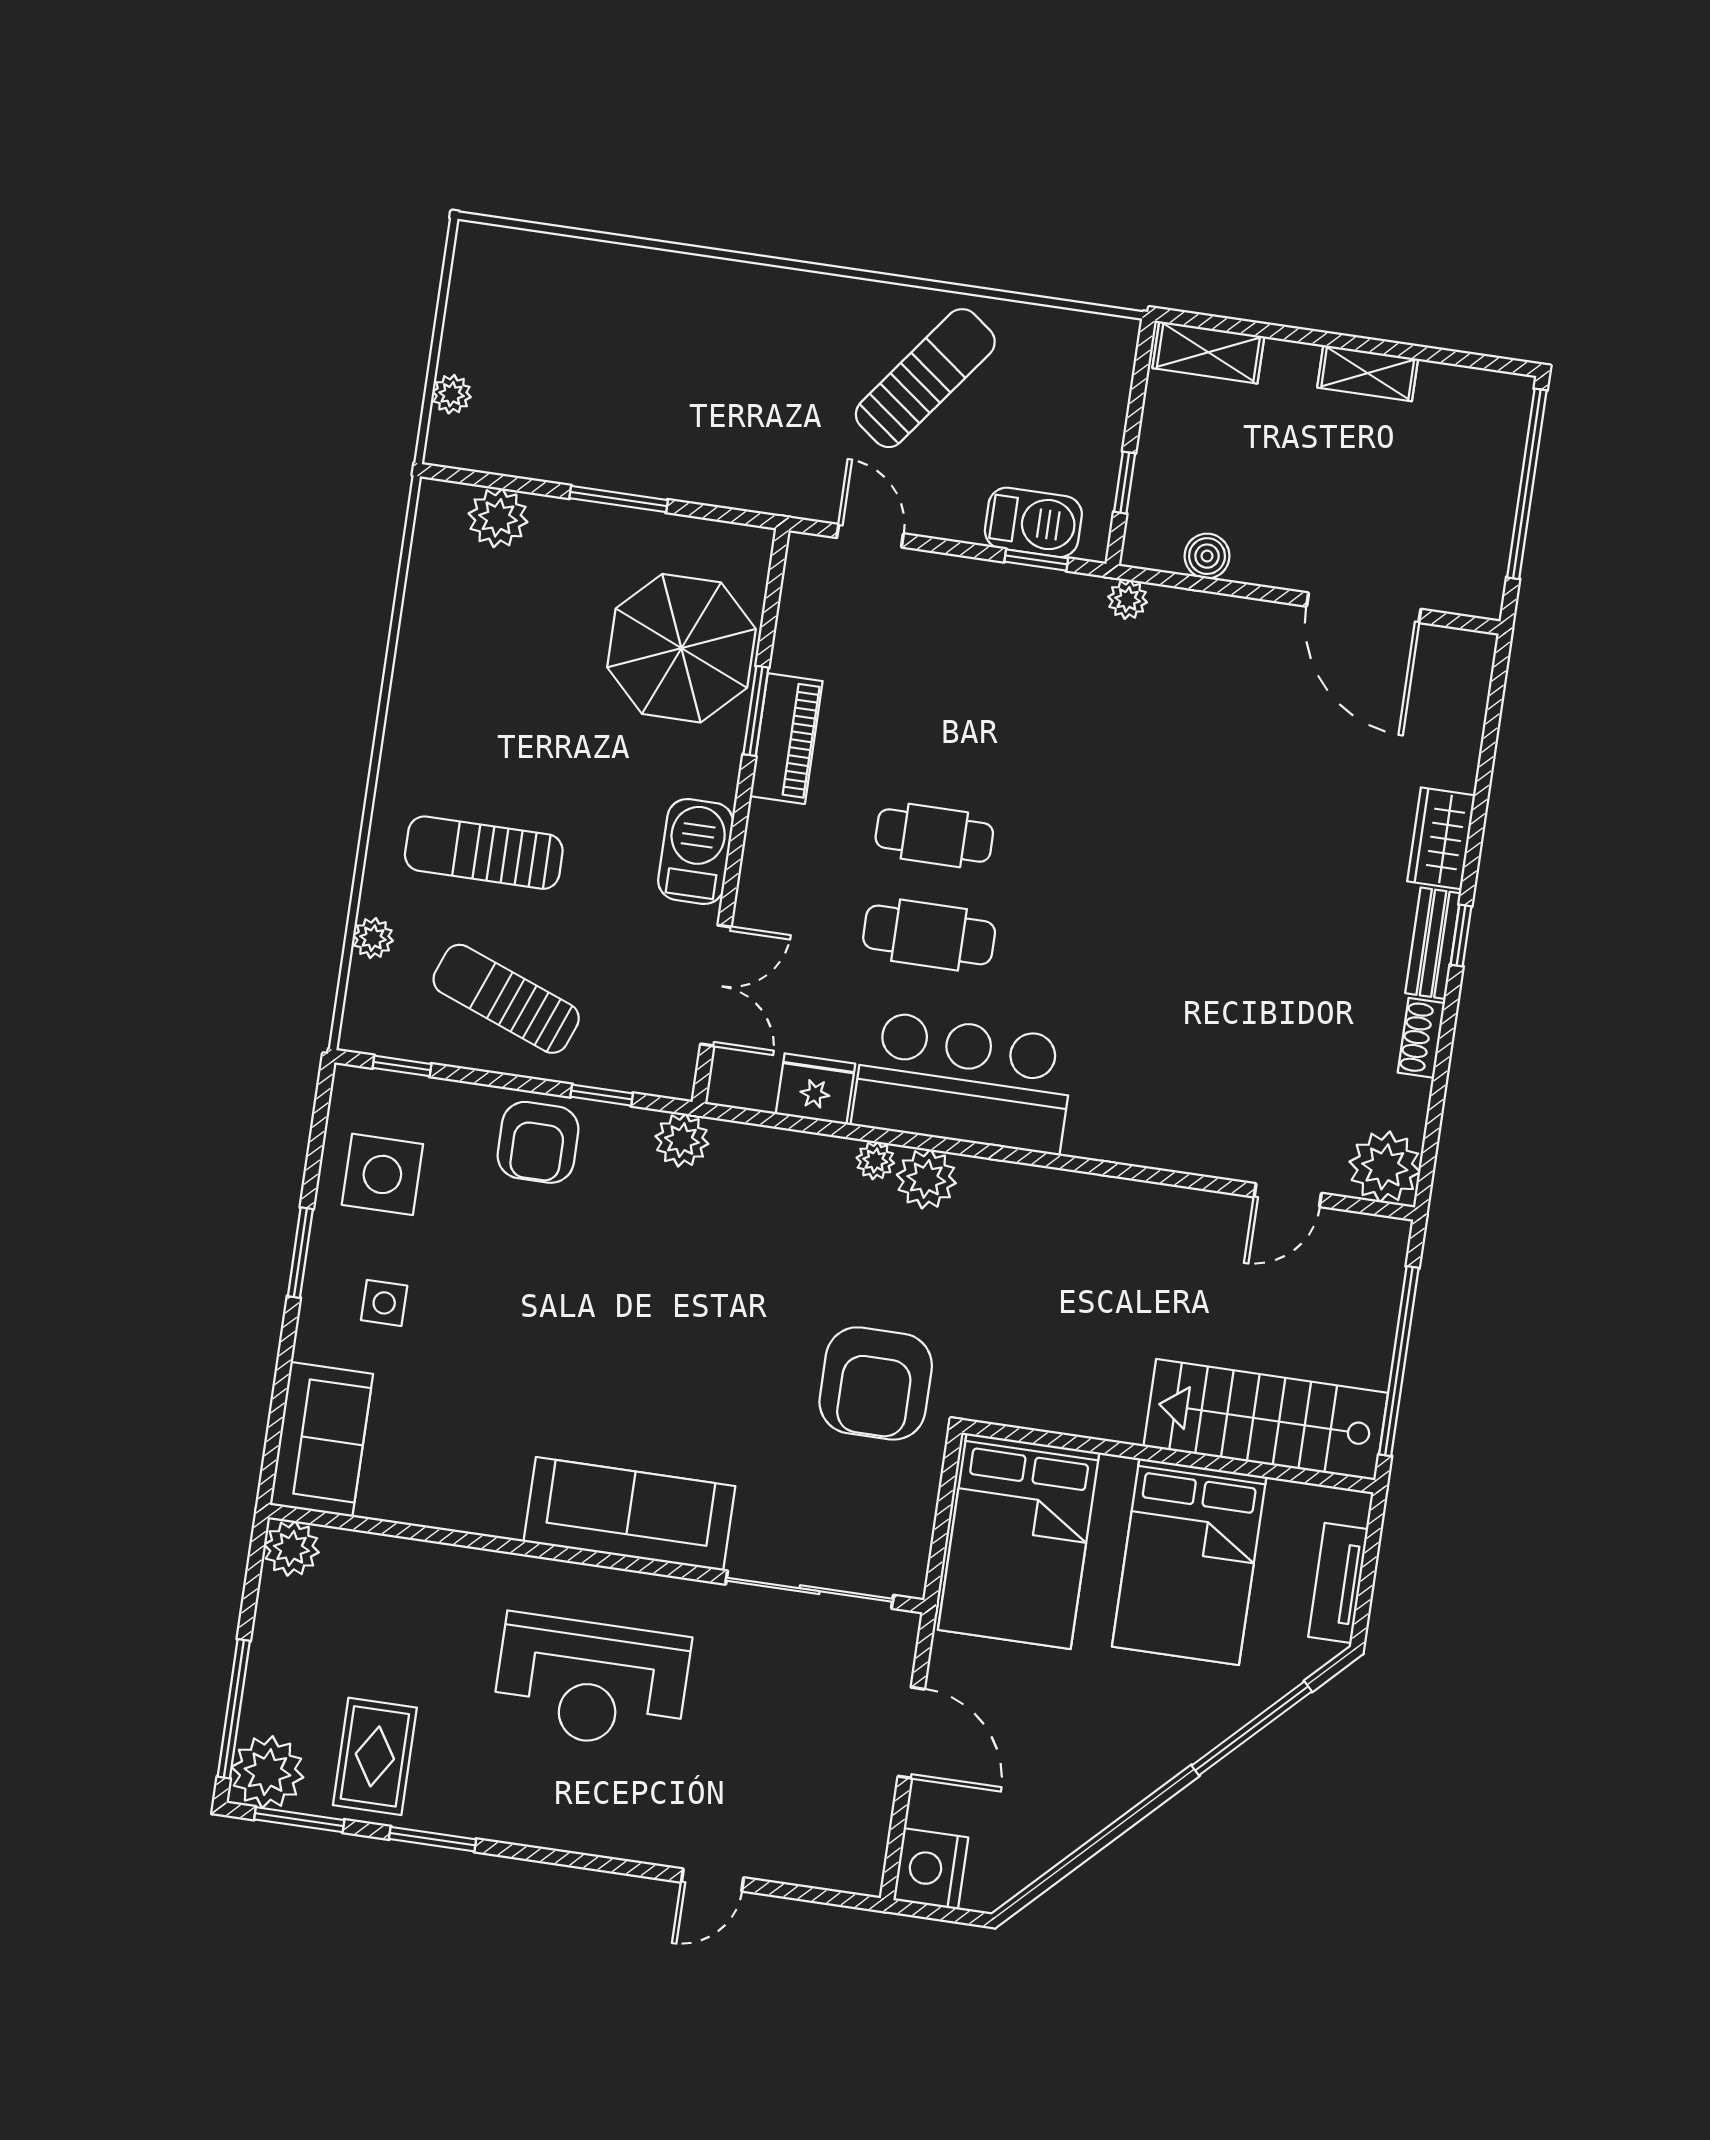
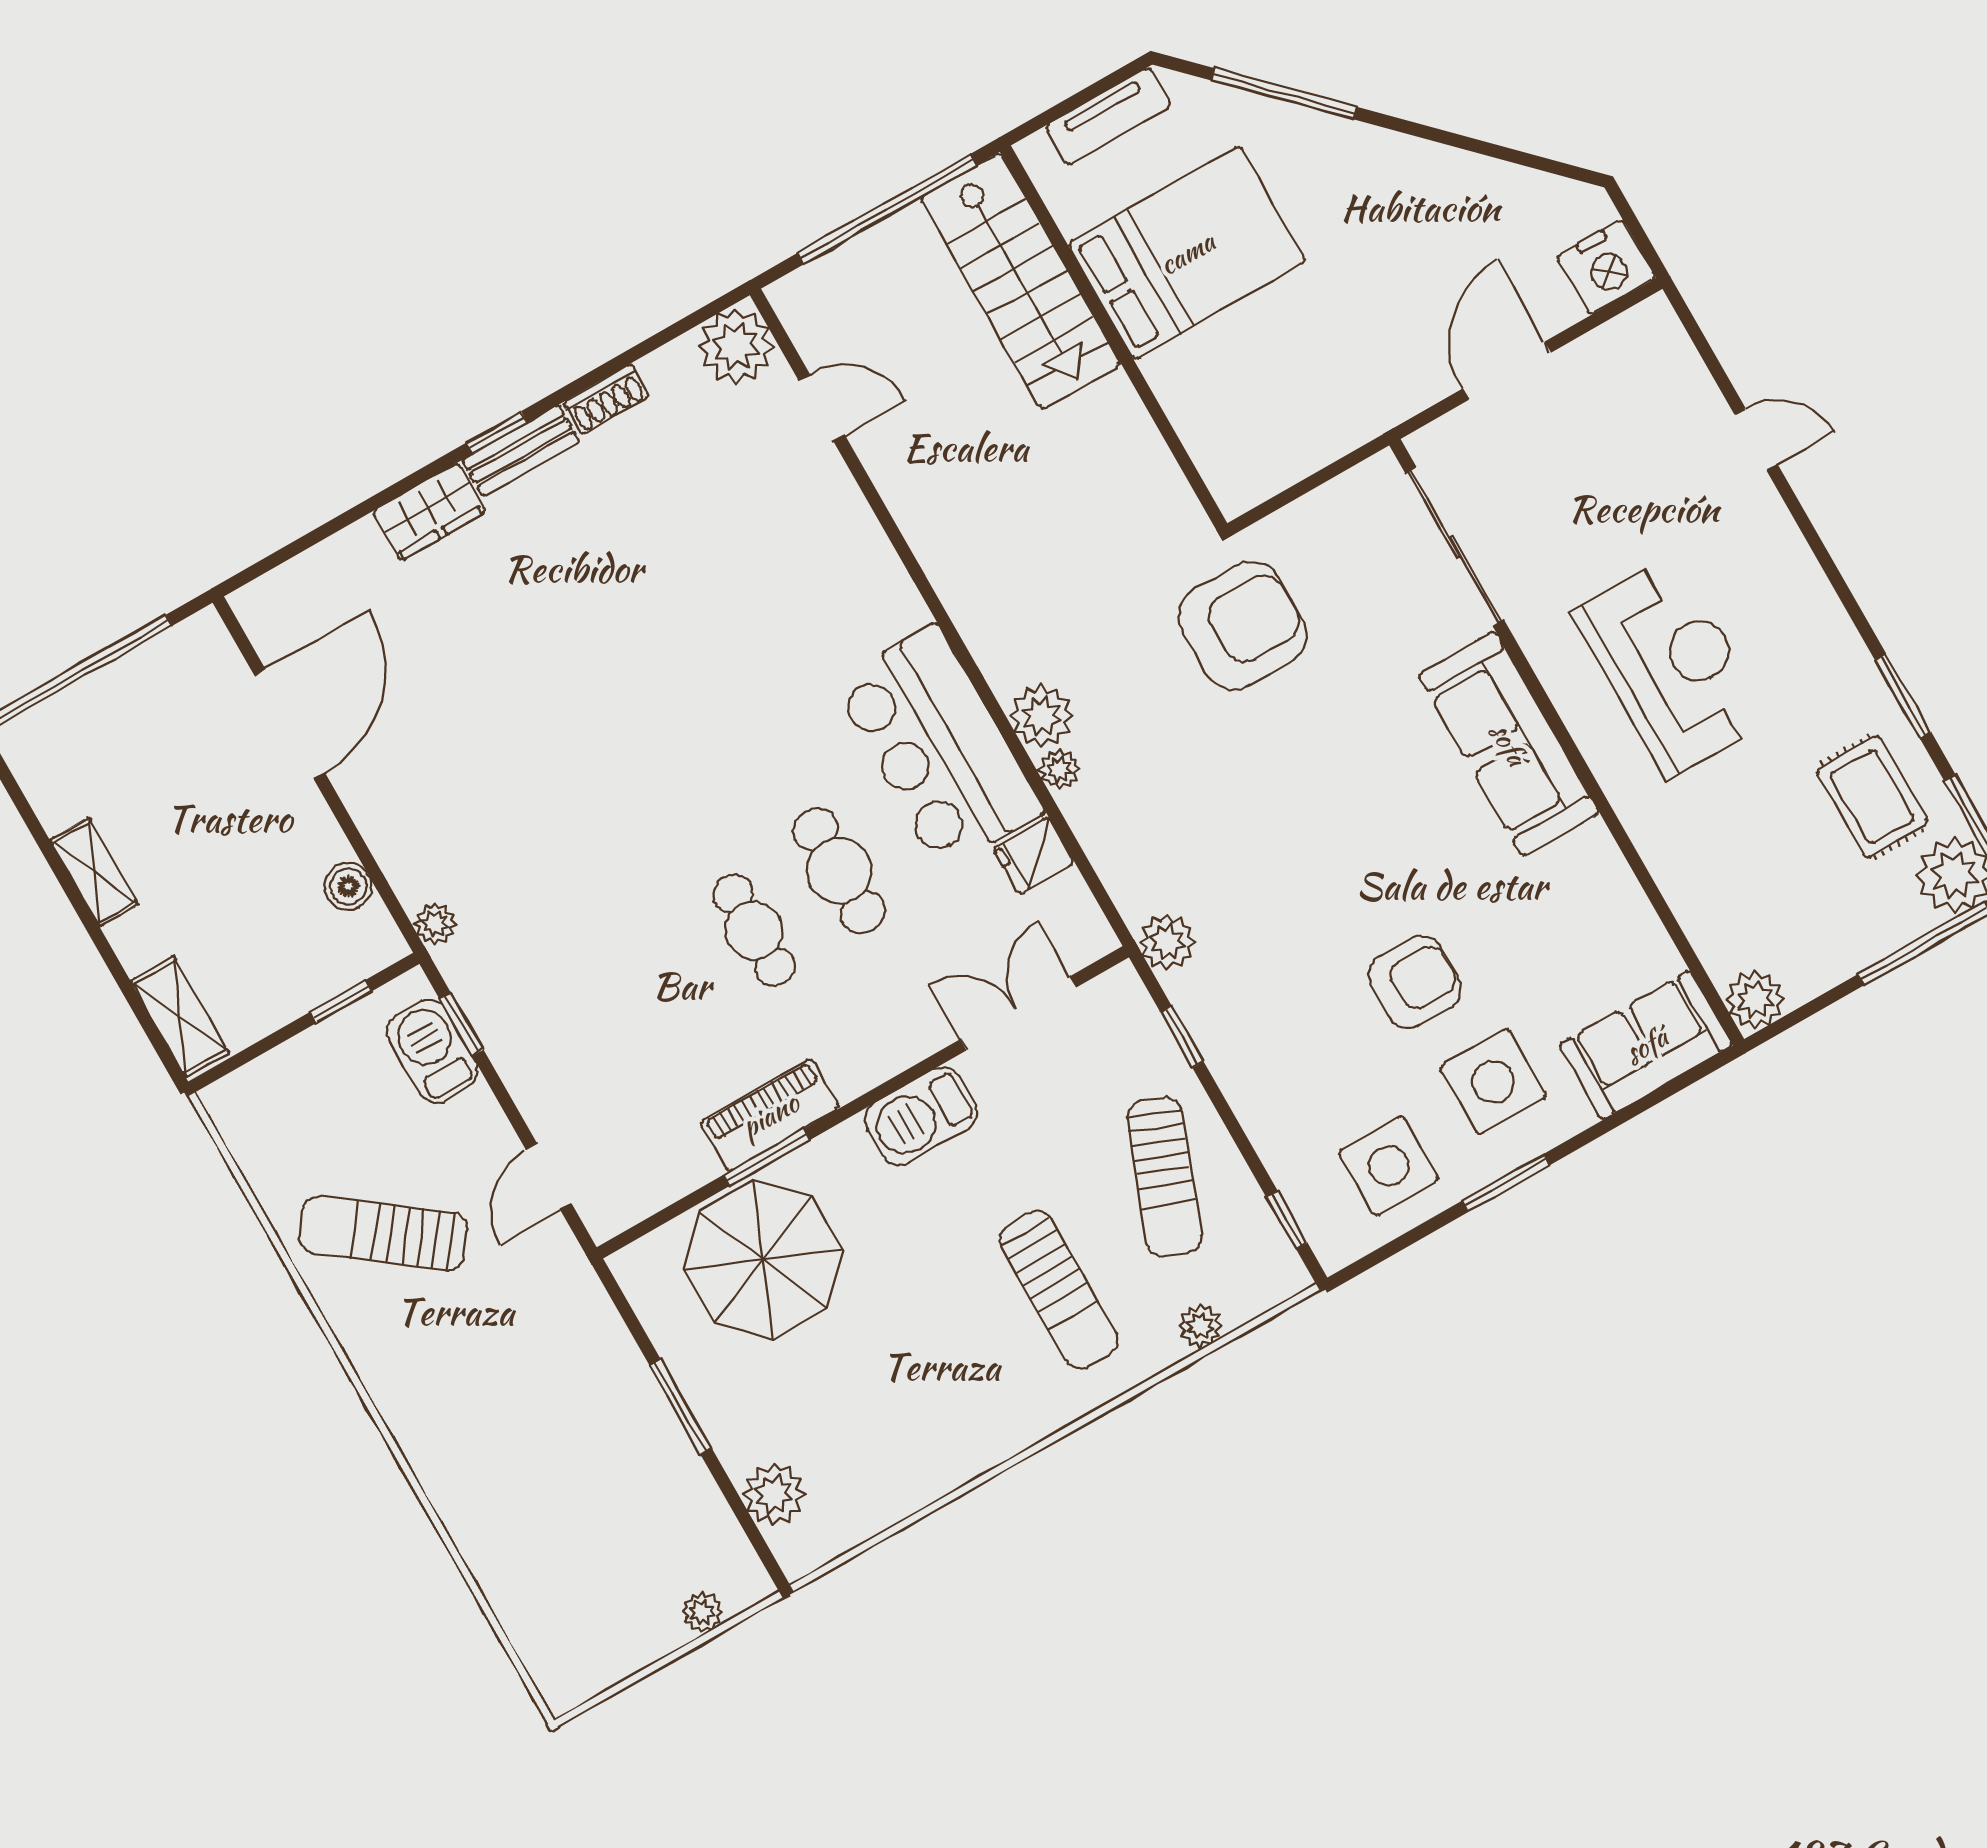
fridge: (815, 1089) -> (1034, 856), width x0.72
armchair: (538, 1142) -> (1415, 982), moved
side table: (384, 1303) -> (1493, 1082), width x1.87, depth x1.87
bed: (1019, 1541) -> (1280, 406), removed
rug: (375, 1756) -> (1872, 797), turned 90

